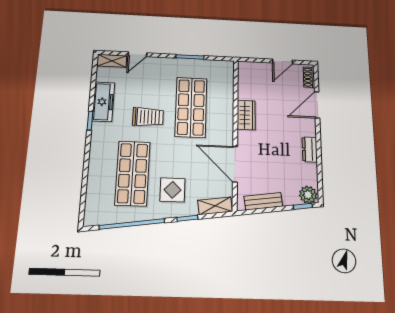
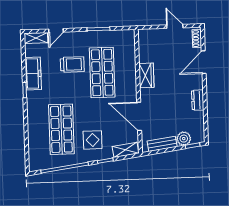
door: (283, 61) -> (175, 26), swing flipped
trolley: (148, 117) -> (72, 64), moved
plant: (308, 195) -> (184, 139), moved

